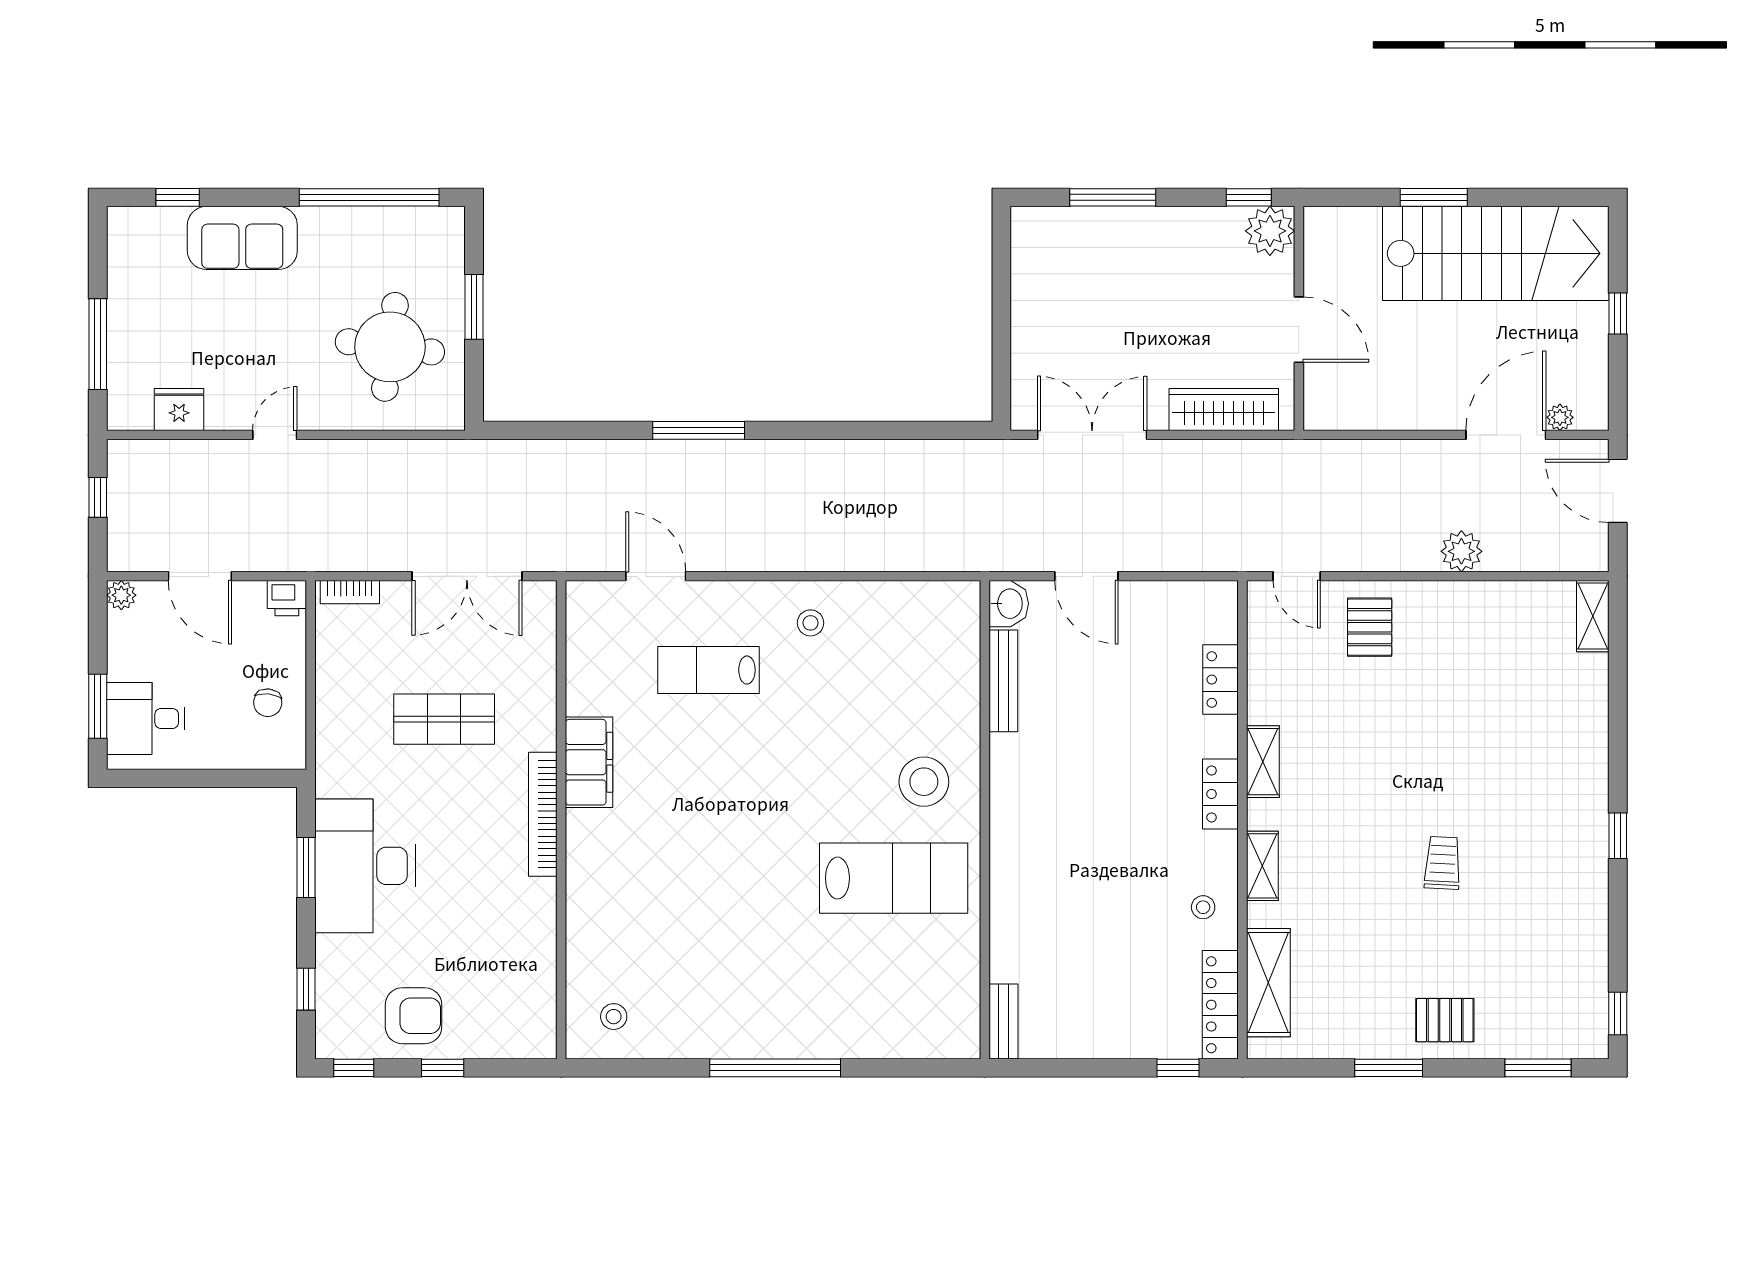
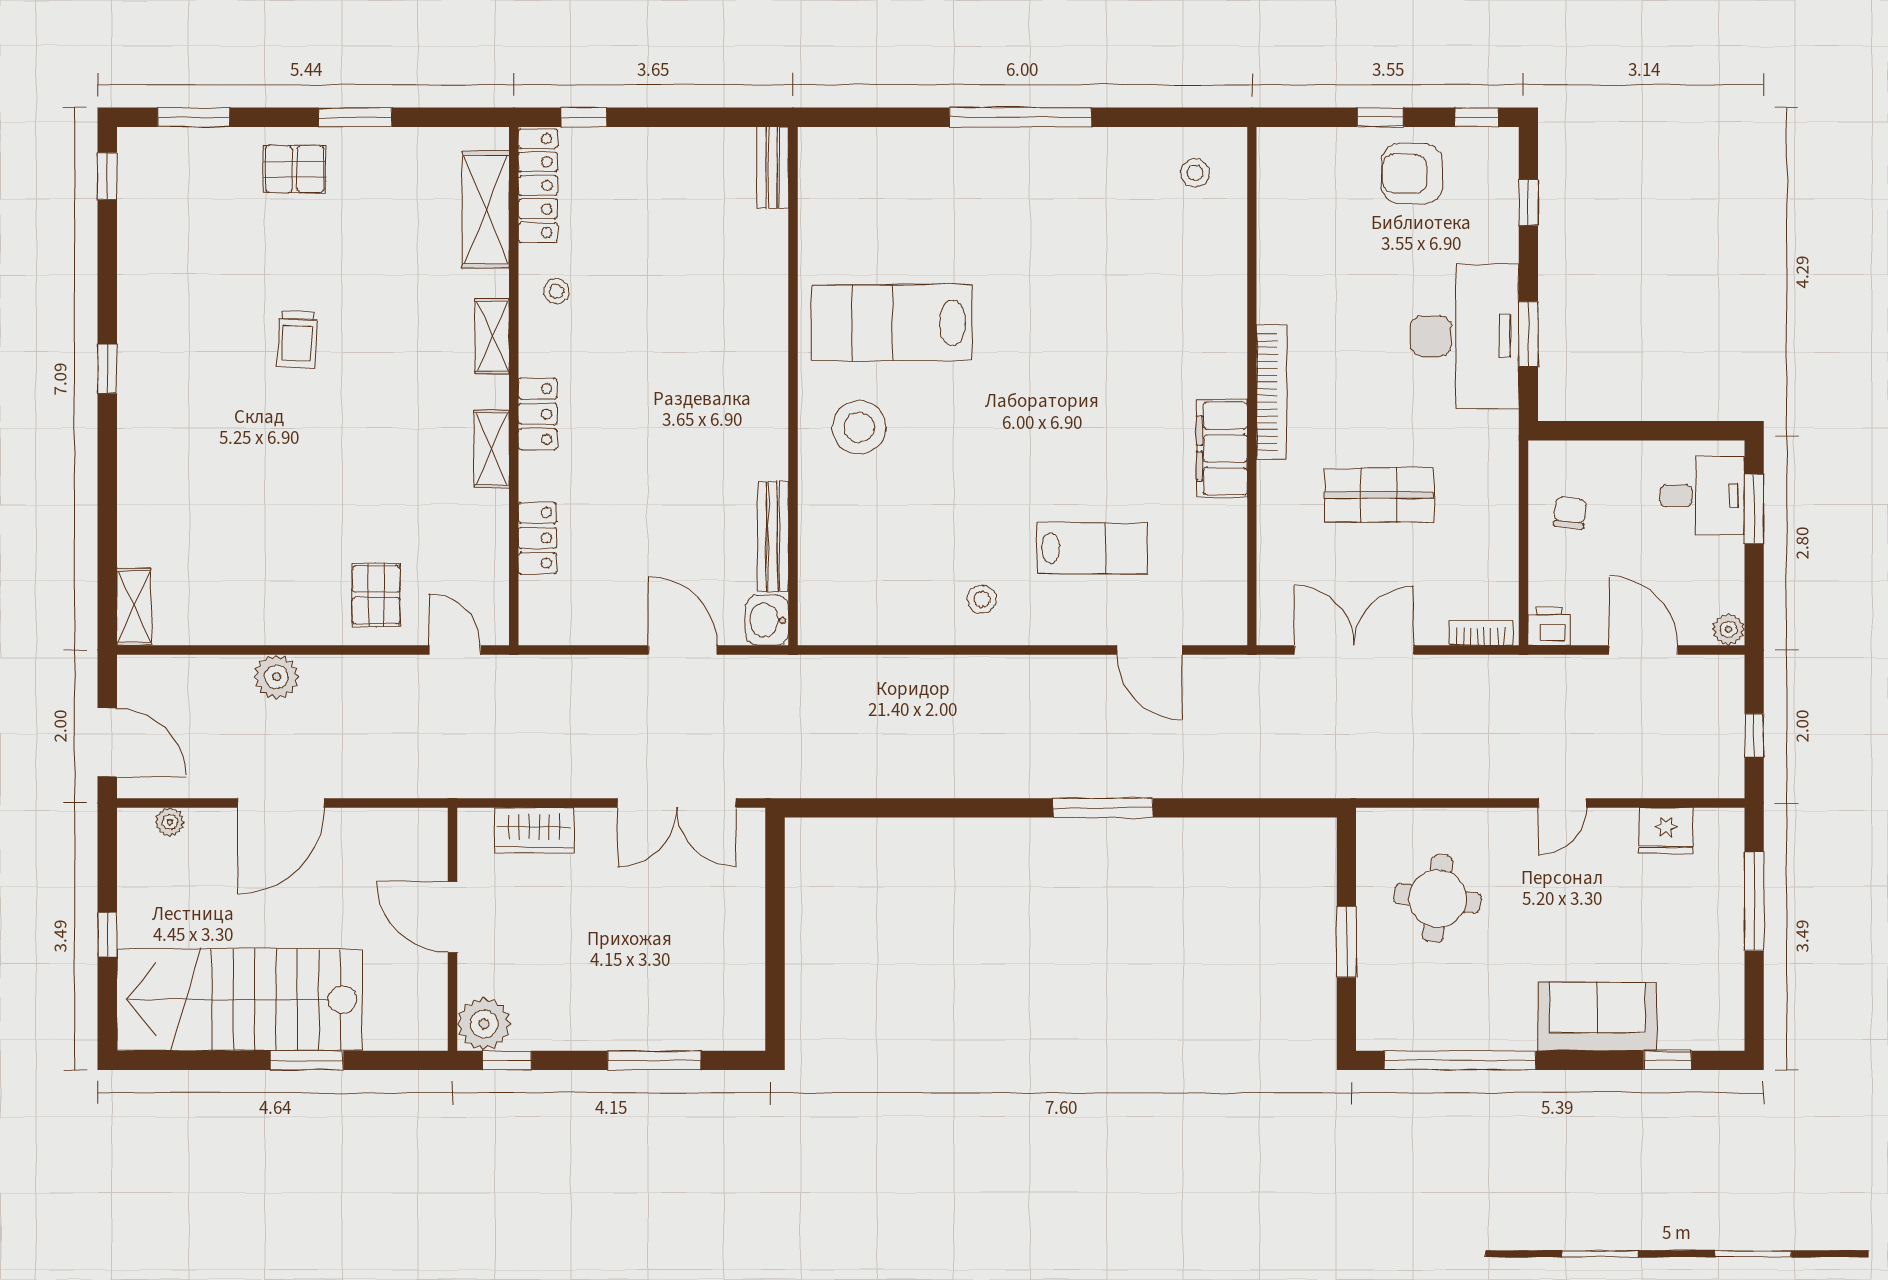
round table: (390, 347) -> (1437, 898), width x0.73, depth x0.73
wardrobe: (1224, 410) -> (534, 830), width x0.67
door: (1506, 435) -> (281, 803), moved

